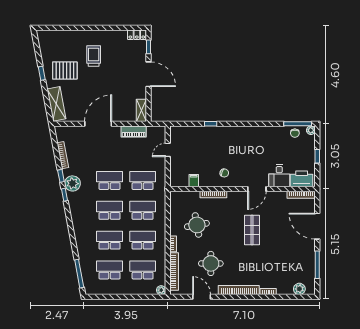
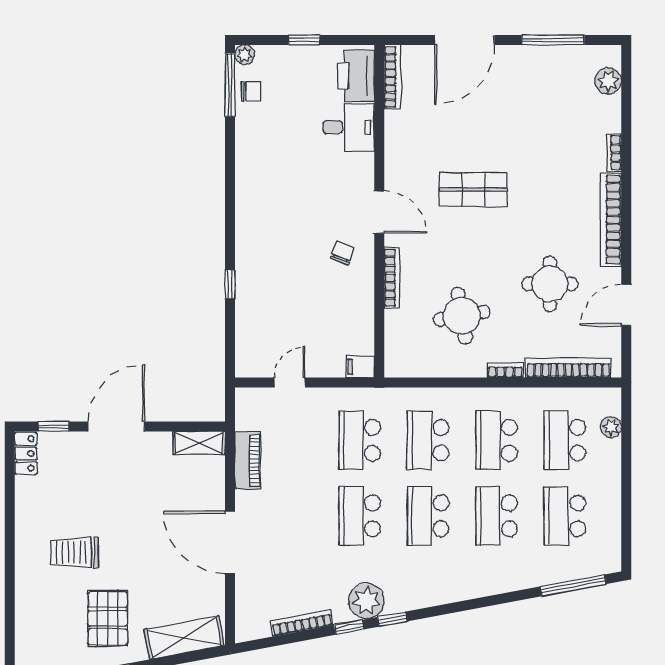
door: (168, 150) -> (290, 382), swing flipped
filing cabinet: (194, 181) -> (360, 367), moved
door: (257, 189) -> (379, 212), moved
plant: (161, 290) -> (611, 427), moved

